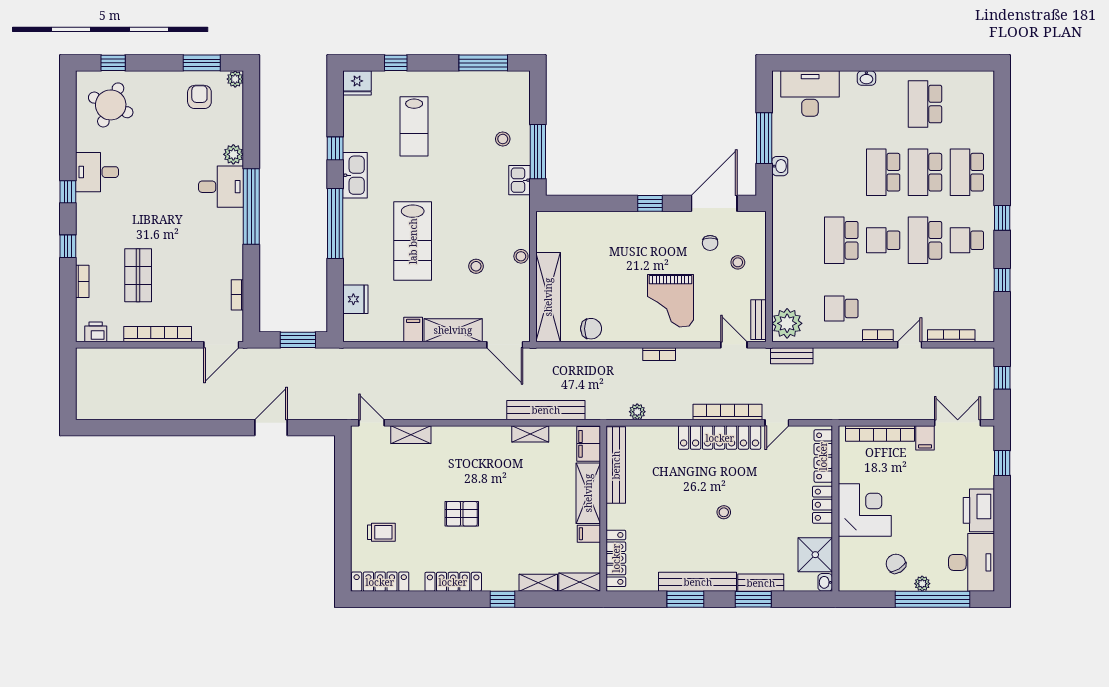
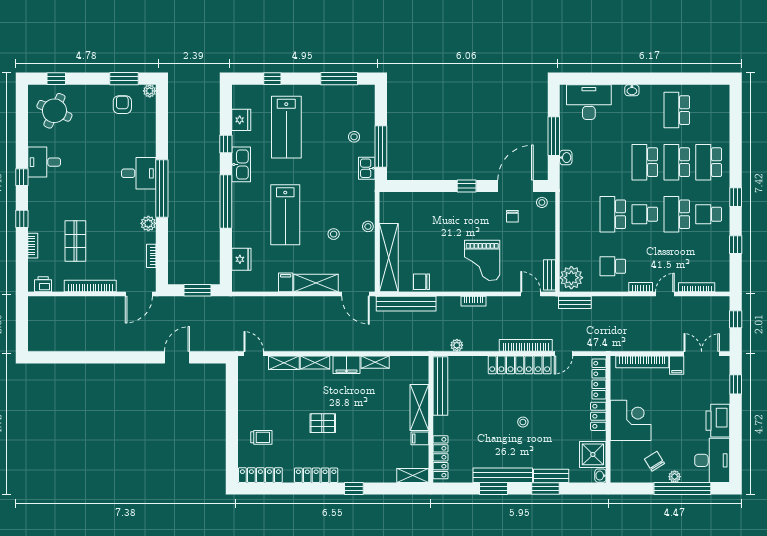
fridge: (357, 83) -> (241, 120), moved, turned -90
lab bench: (414, 126) -> (286, 127), width x1.36, depth x1.39
plant: (233, 154) -> (148, 223), moved
stool: (738, 262) -> (542, 202), moved
chair: (591, 329) -> (422, 282), turned 180
bench: (546, 410) -> (406, 304), moved
filing cabinet: (589, 444) -> (346, 365), moved, turned -90
shelving: (538, 583) -> (315, 362), moved

